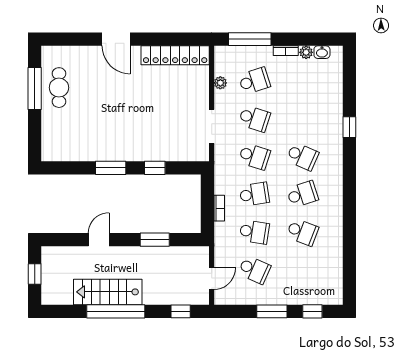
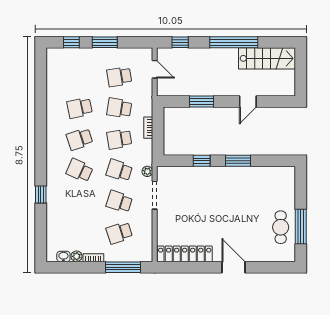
plant: (220, 83) -> (147, 171), moved
school desk: (302, 232) -> (80, 108), turned -33
school desk: (254, 270) -> (119, 77), turned -33
window: (35, 274) -> (301, 73), removed
door: (212, 279) -> (155, 69), swing flipped
stairs: (108, 292) -> (267, 58), moved

